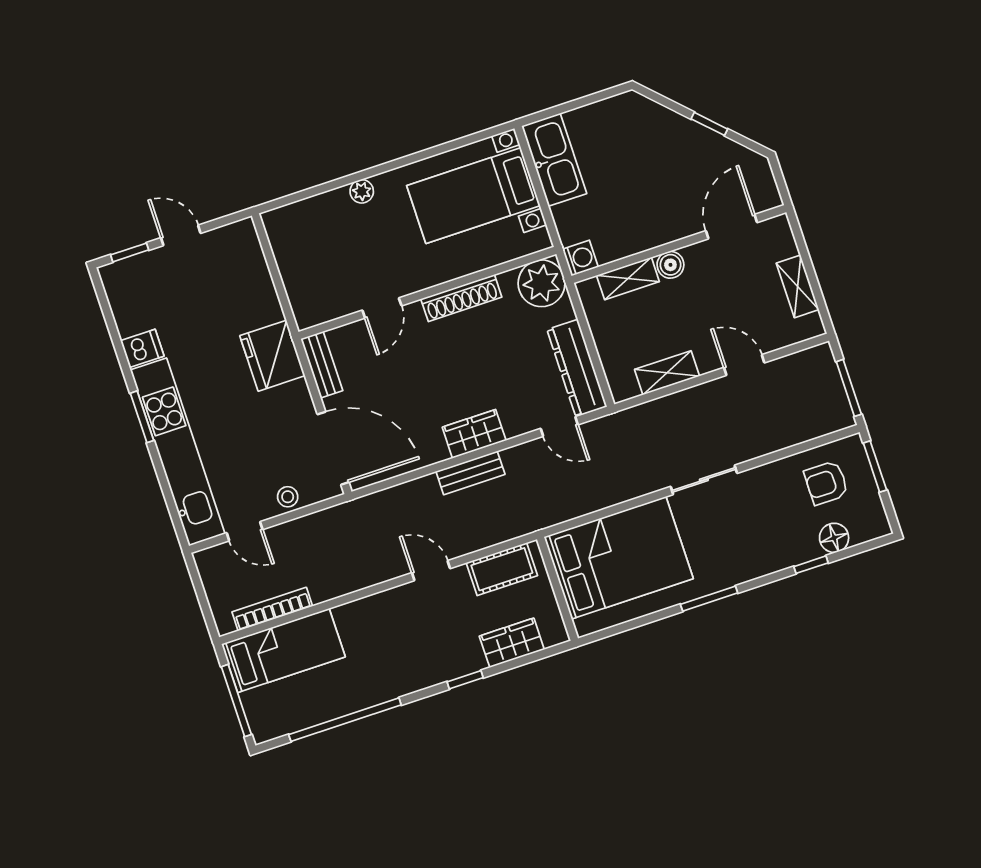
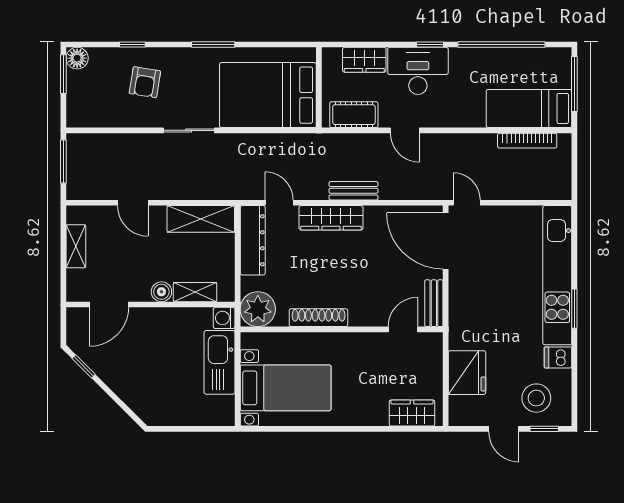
window: (709, 124) -> (84, 366), moved
kitchen sink: (554, 160) -> (220, 362), moved
plant: (362, 191) -> (364, 417), removed
wardrobe: (303, 217) -> (412, 413), added
door: (382, 308) -> (403, 329), moved
fridge: (272, 356) -> (467, 373), moved
shelving: (667, 373) -> (201, 219), width x1.50, depth x1.33
wardrobe: (474, 434) -> (331, 218), width x1.50
window: (875, 466) -> (63, 74), moved
armchair: (826, 483) -> (145, 82), moved, turned 99
stool: (288, 497) -> (536, 398), moved, width x1.89, depth x1.89
door: (245, 531) -> (467, 203), moved
floor lamp: (834, 538) -> (77, 58), moved
desk: (439, 651) -> (418, 71), added
window: (465, 680) -> (430, 44), moved

